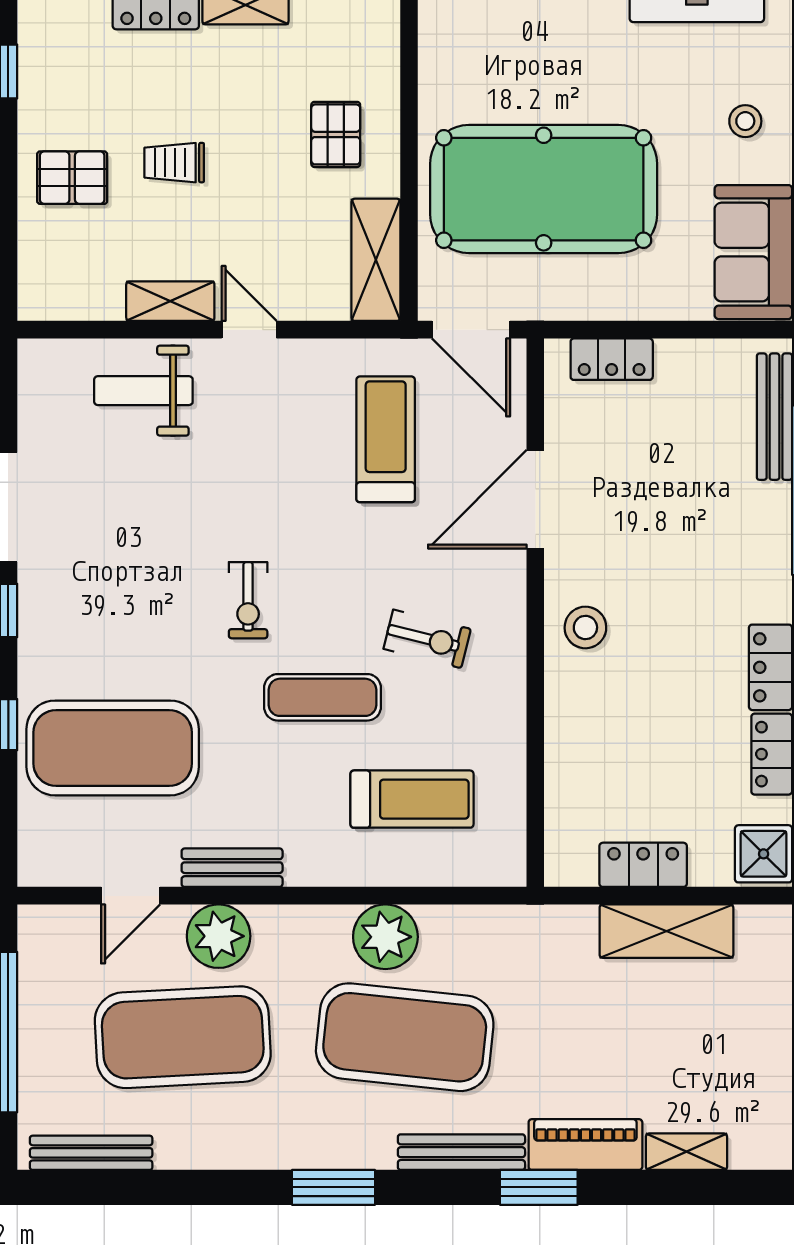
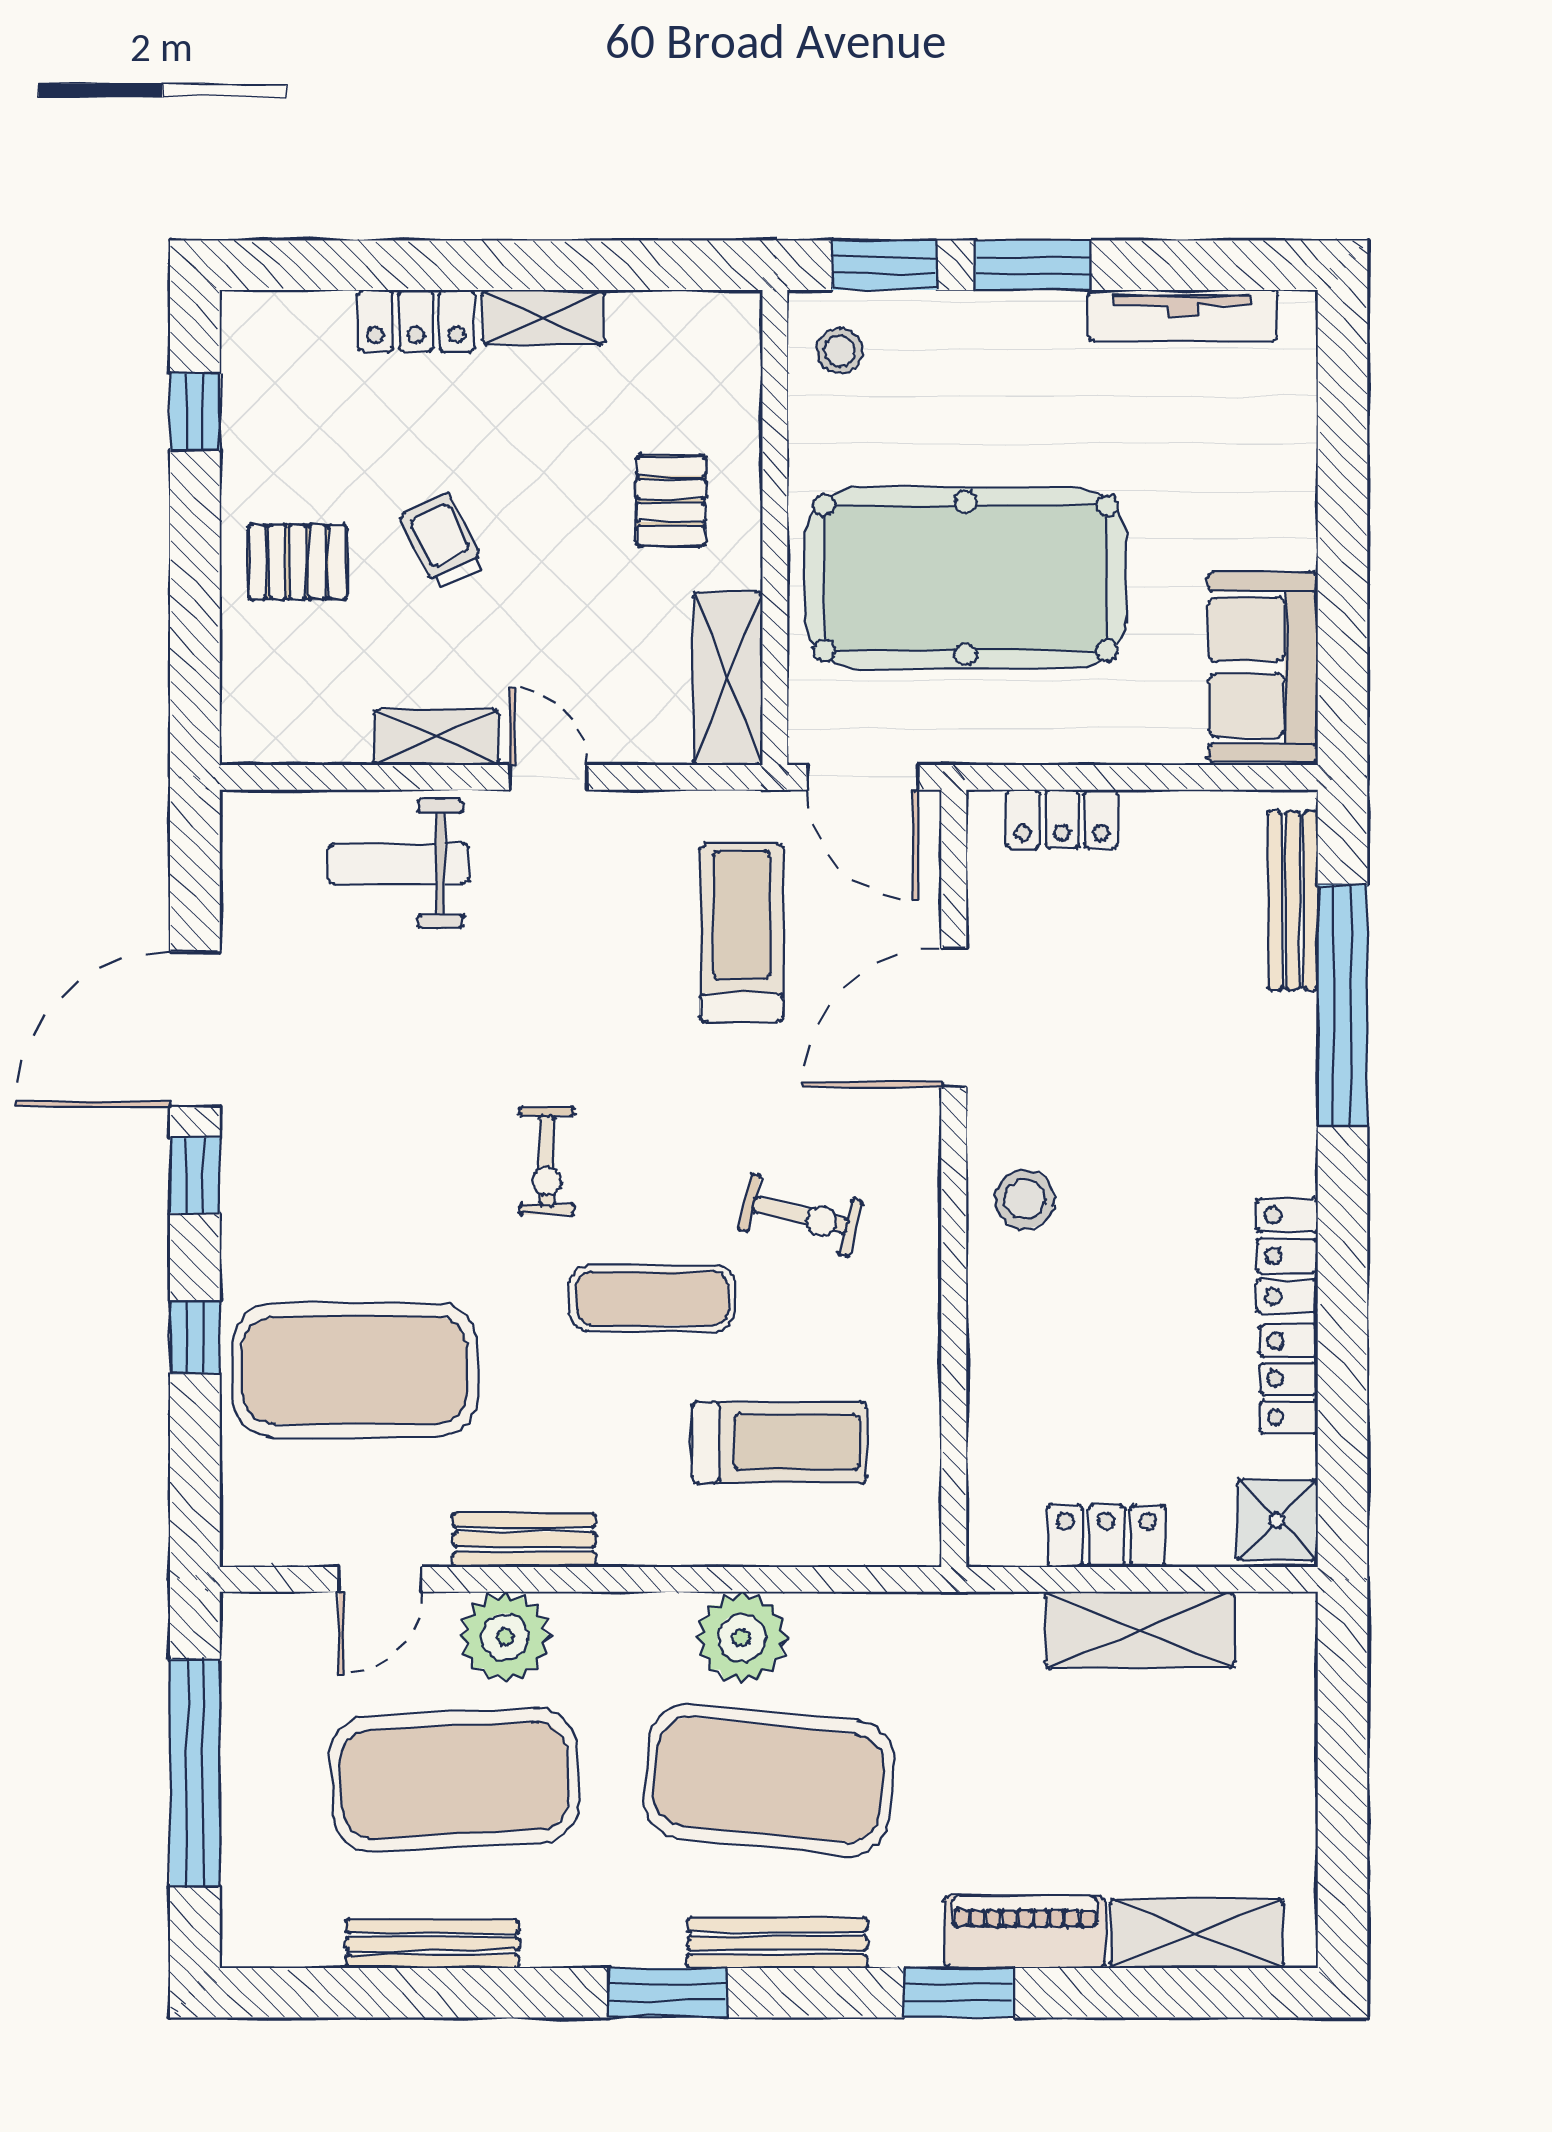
stool: (745, 121) -> (839, 351), moved
trolley: (174, 163) -> (442, 541), turned 64
bench: (461, 1152) -> (777, 1943), moved
shelving: (686, 1152) -> (1197, 1934), width x1.50, depth x1.33
bench: (91, 1153) -> (432, 1944), moved

